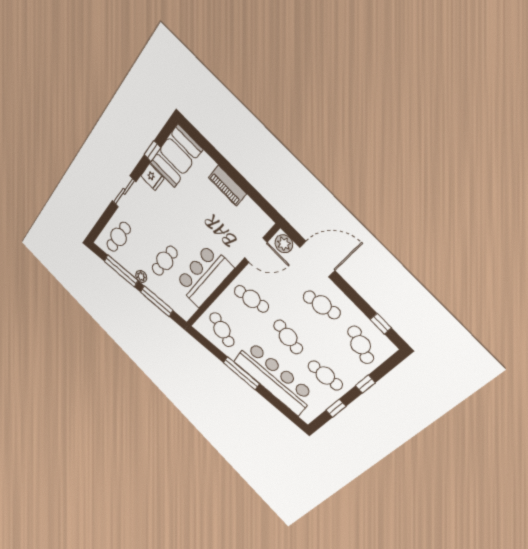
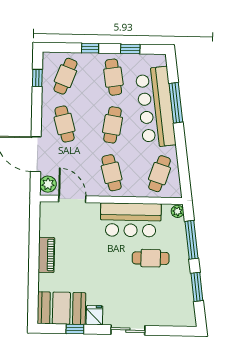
cafe table: (119, 237) -> (170, 309), removed
window: (121, 271) -> (197, 287), width x0.69
plant: (141, 276) -> (177, 211), moved
window: (241, 373) -> (176, 103), moved

